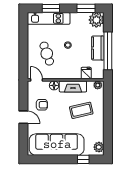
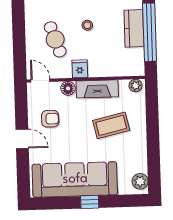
fridge: (86, 73) -> (80, 69), moved
window: (83, 159) -> (90, 202), moved

